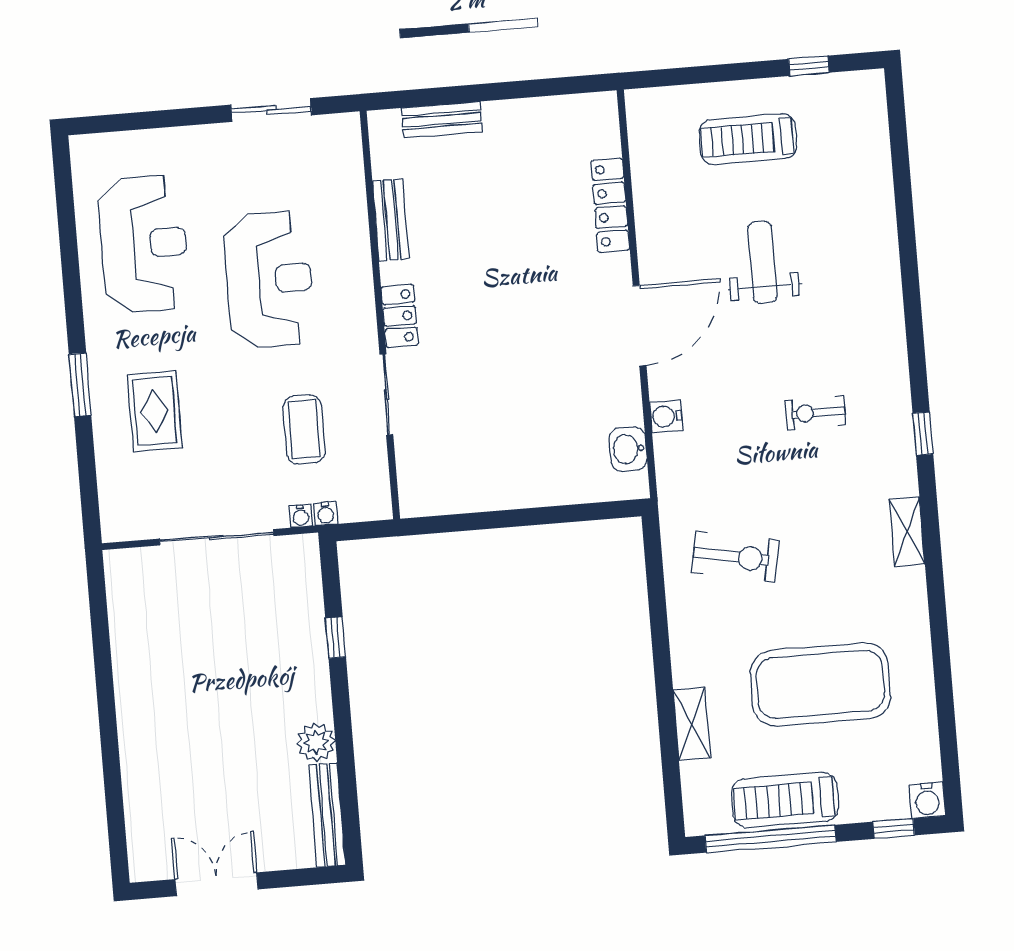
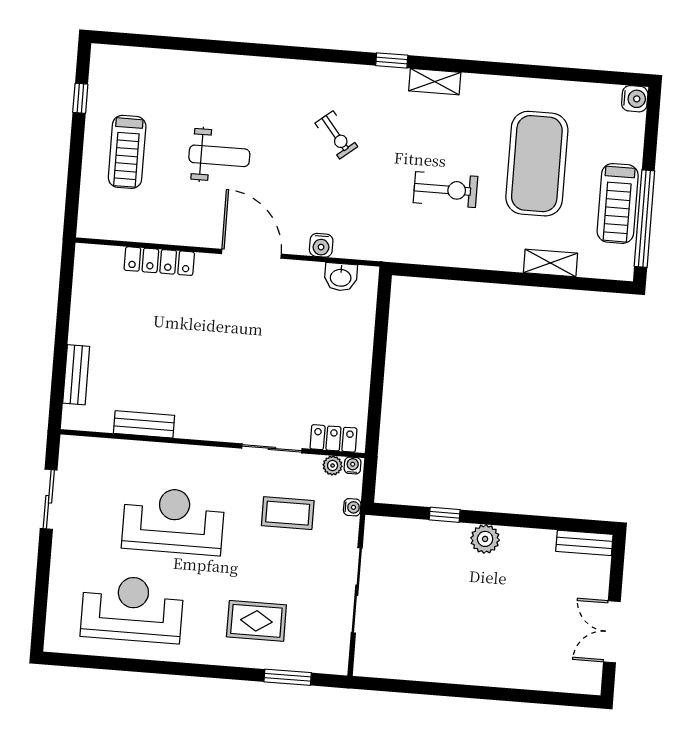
weight bench: (763, 262) -> (219, 156), turned 180
locker: (400, 316) -> (333, 438), moved
window: (80, 385) -> (288, 677), moved
exercise bike: (815, 413) -> (336, 135), turned -39
window: (923, 434) -> (392, 60), moved
plant: (377, 479) -> (333, 465), added
water cooler: (301, 516) -> (353, 466), moved, turned -90
exercise bike: (735, 557) -> (445, 190), moved, turned 79
plant: (316, 742) -> (485, 539), moved
bench: (327, 815) -> (584, 543), width x0.73
window: (894, 829) -> (652, 127), removed

